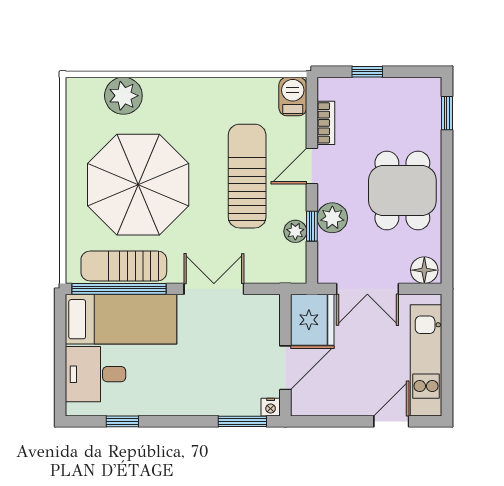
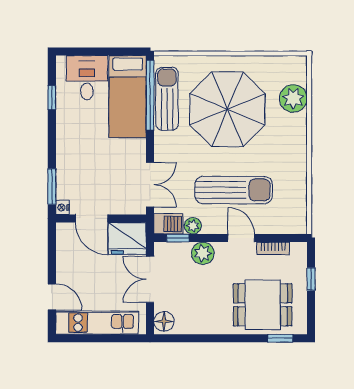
barbecue: (293, 96) -> (168, 224), moved
dining table: (402, 191) -> (263, 305), moved
window: (312, 226) -> (178, 238), moved
double door: (214, 289) -> (150, 185), moved

